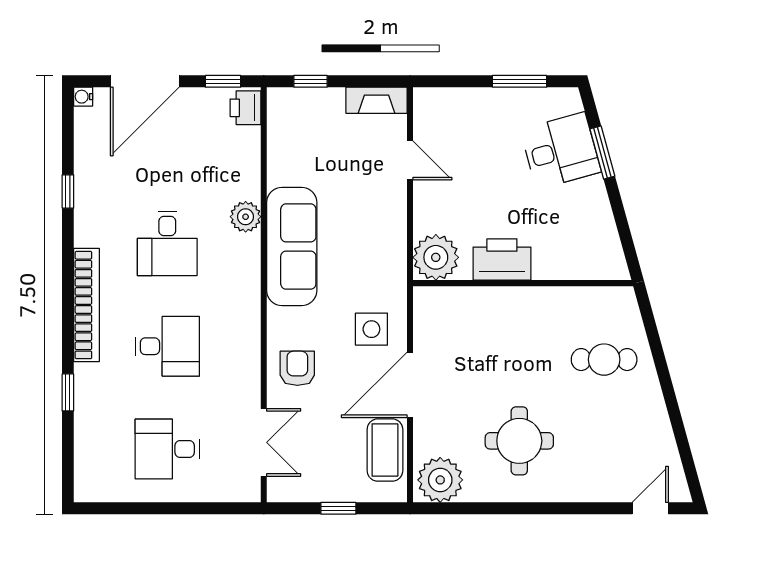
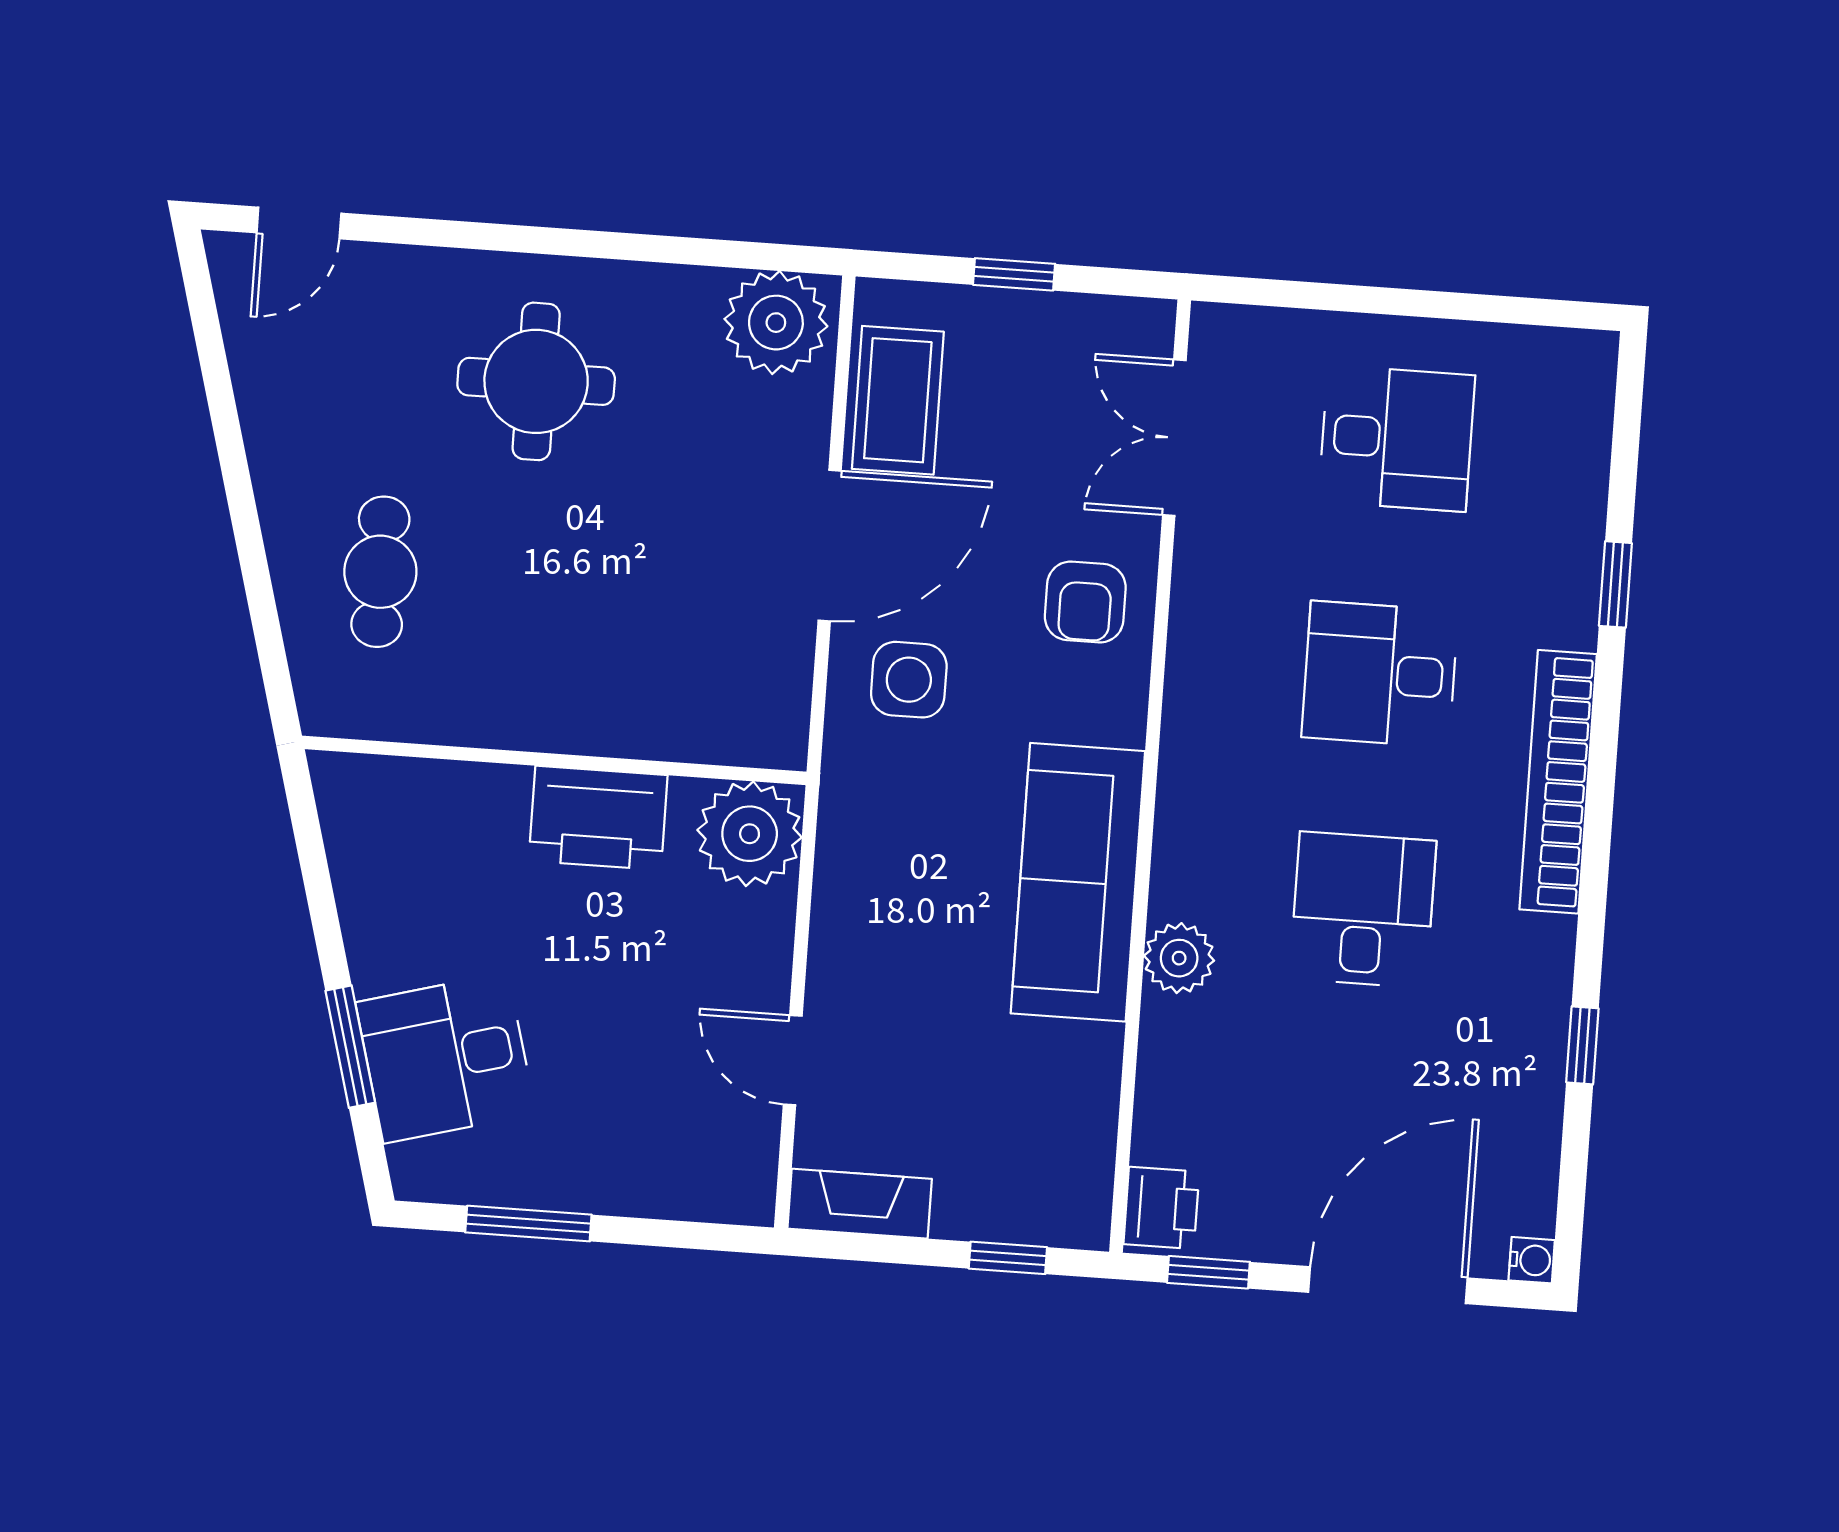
cafe table: (604, 360) -> (380, 572), turned 90
round table: (519, 441) -> (536, 381), moved

